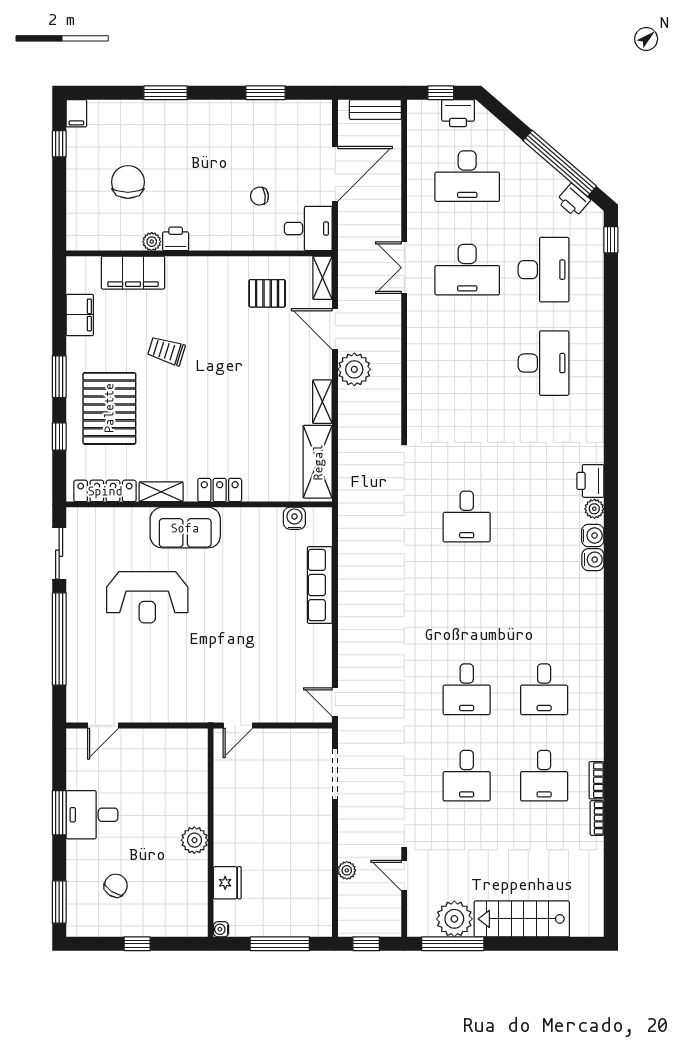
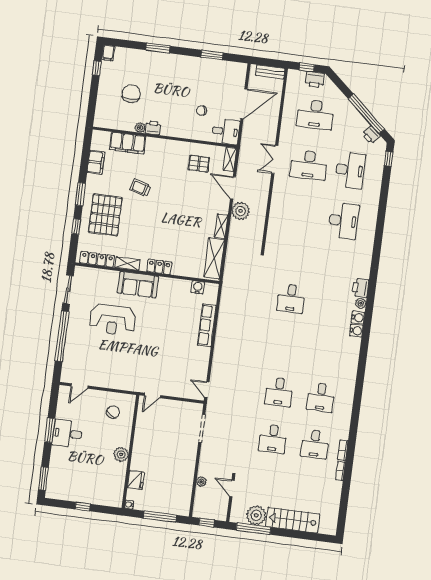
chair: (116, 886) -> (113, 412), moved

